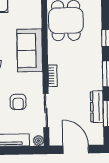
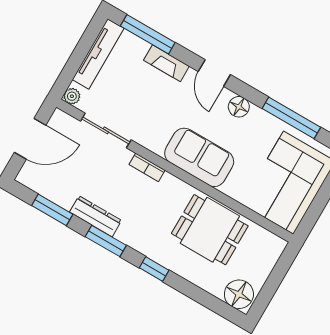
armchair: (18, 102) -> (140, 100), removed
dresser: (97, 107) -> (96, 216), moved

